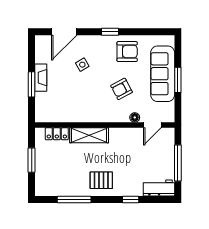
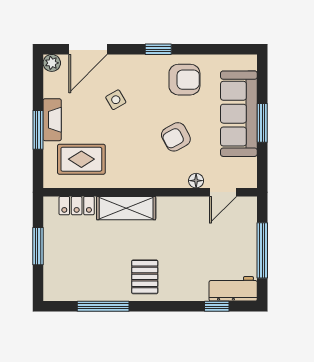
plant: (41, 41) -> (52, 63), added
rug: (60, 103) -> (81, 159), added
pallet: (101, 180) -> (145, 277), turned 90
window: (131, 199) -> (217, 306), moved

